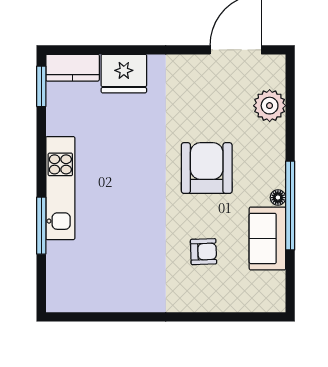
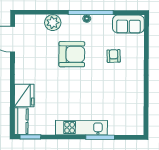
plant: (270, 106) -> (53, 23), moved
armchair: (207, 168) -> (72, 54), turned 180
sofa: (267, 238) -> (128, 24), moved

